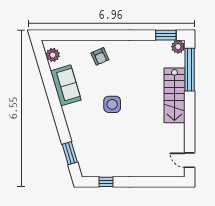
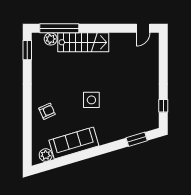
plant: (178, 47) -> (51, 39), moved
sofa: (66, 85) -> (74, 143), width x1.36

